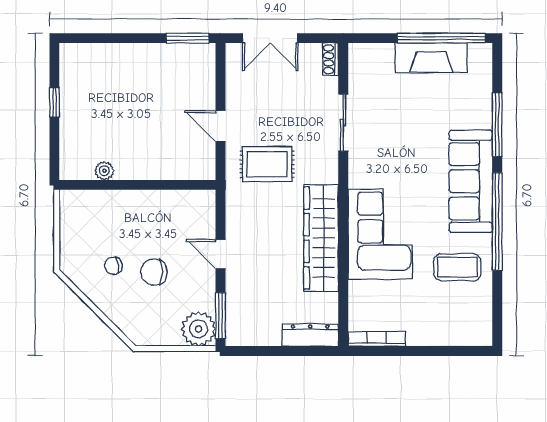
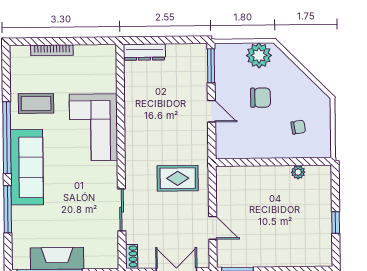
door: (220, 126) -> (213, 228), moved
wardrobe: (321, 238) -> (137, 124), removed
chair: (113, 266) -> (298, 127), moved
plant: (199, 329) -> (259, 55), moved
bookcase: (377, 339) -> (52, 50), moved

